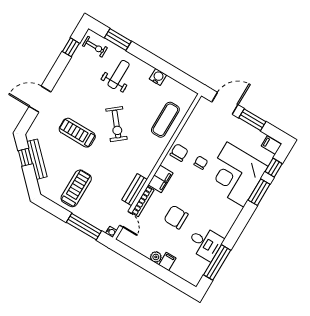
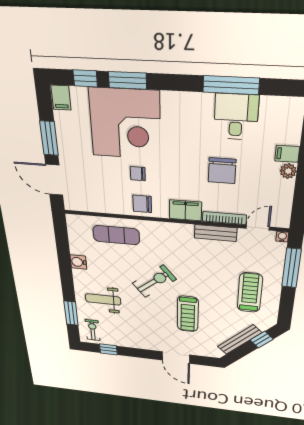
window: (25, 157) -> (262, 340), moved
treadmill: (76, 188) -> (250, 293), turned 90
window: (217, 262) -> (231, 85), moved

